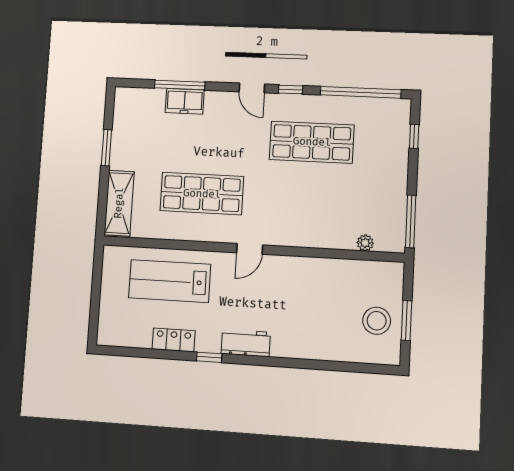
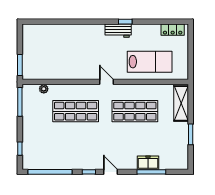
shop shelf: (312, 142) -> (76, 111), moved
door: (250, 249) -> (107, 82), hinge flipped
window: (406, 320) -> (20, 65), moved
stool: (377, 321) -> (36, 47), removed
locker: (174, 340) -> (173, 30), moved
workbench: (246, 343) -> (118, 31), moved

